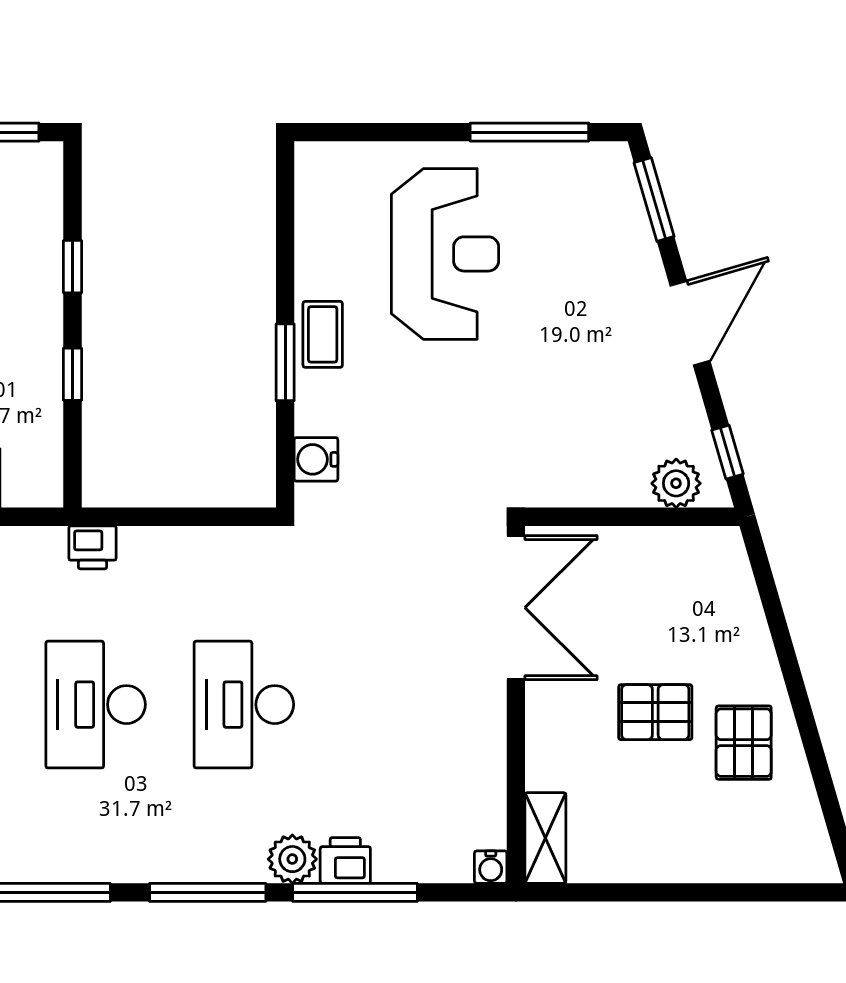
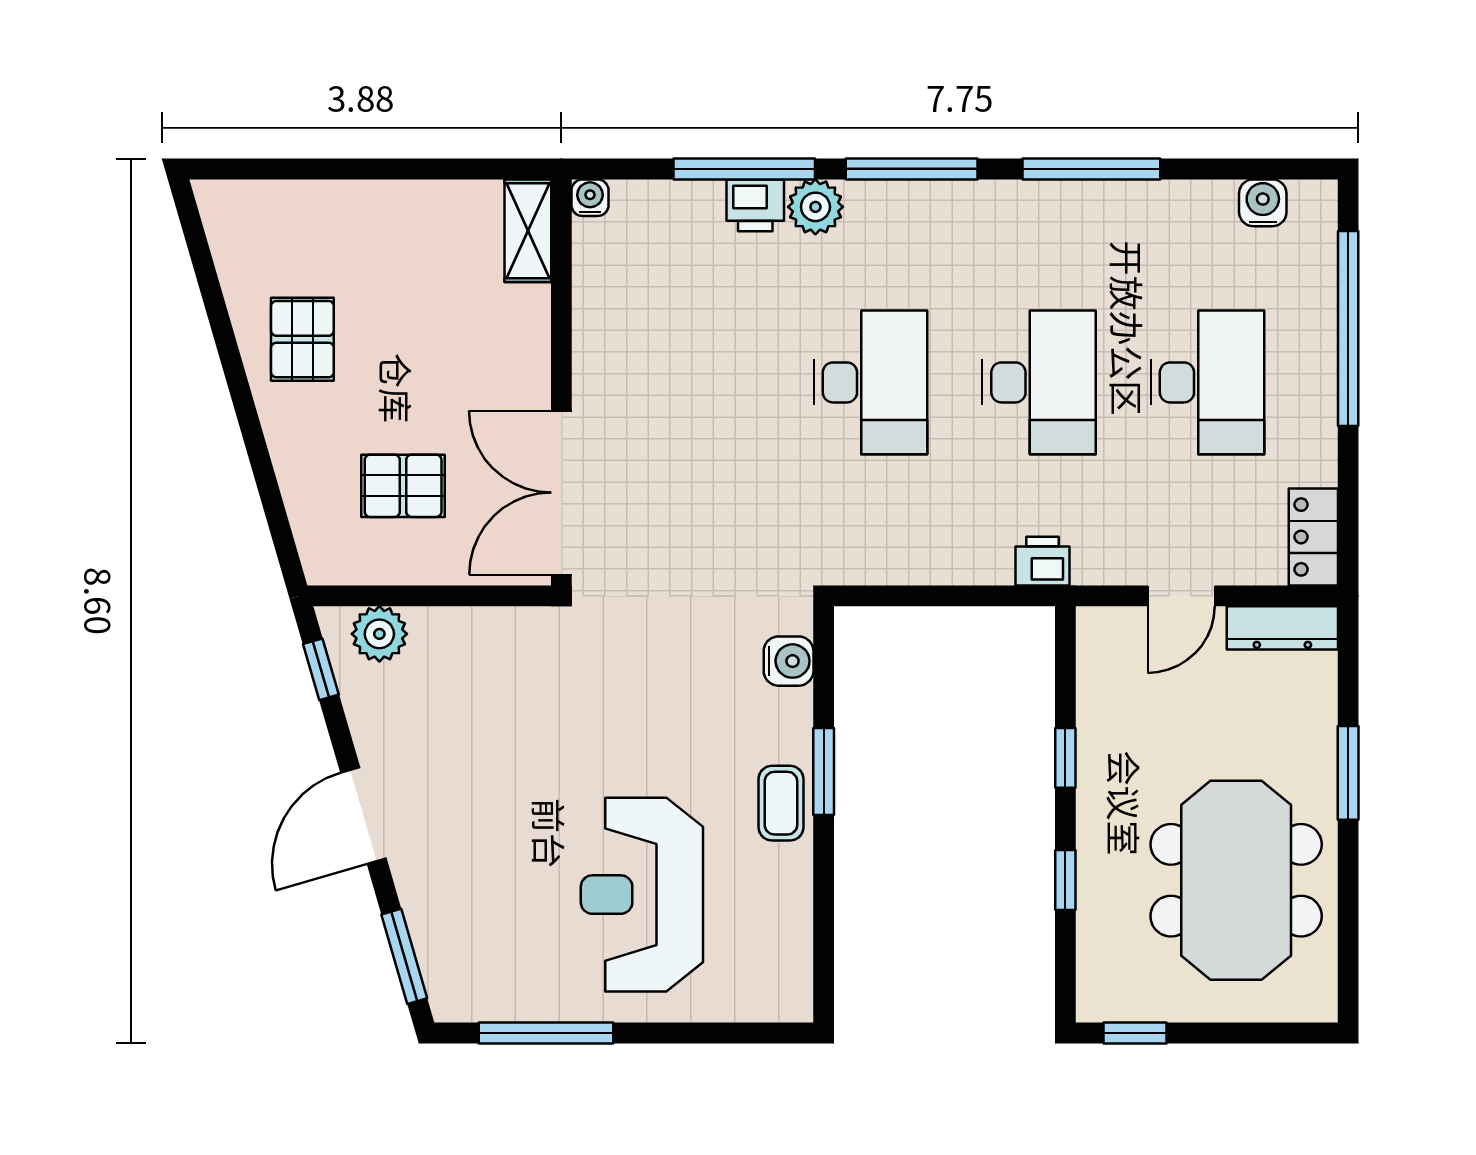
pallet: (655, 712) -> (403, 486), moved

